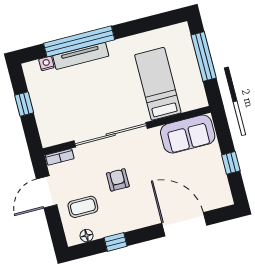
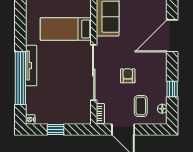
tv unit: (81, 56) -> (31, 66), moved
nightstand: (46, 63) -> (30, 119), moved
armchair: (118, 180) -> (128, 76), turned 90

